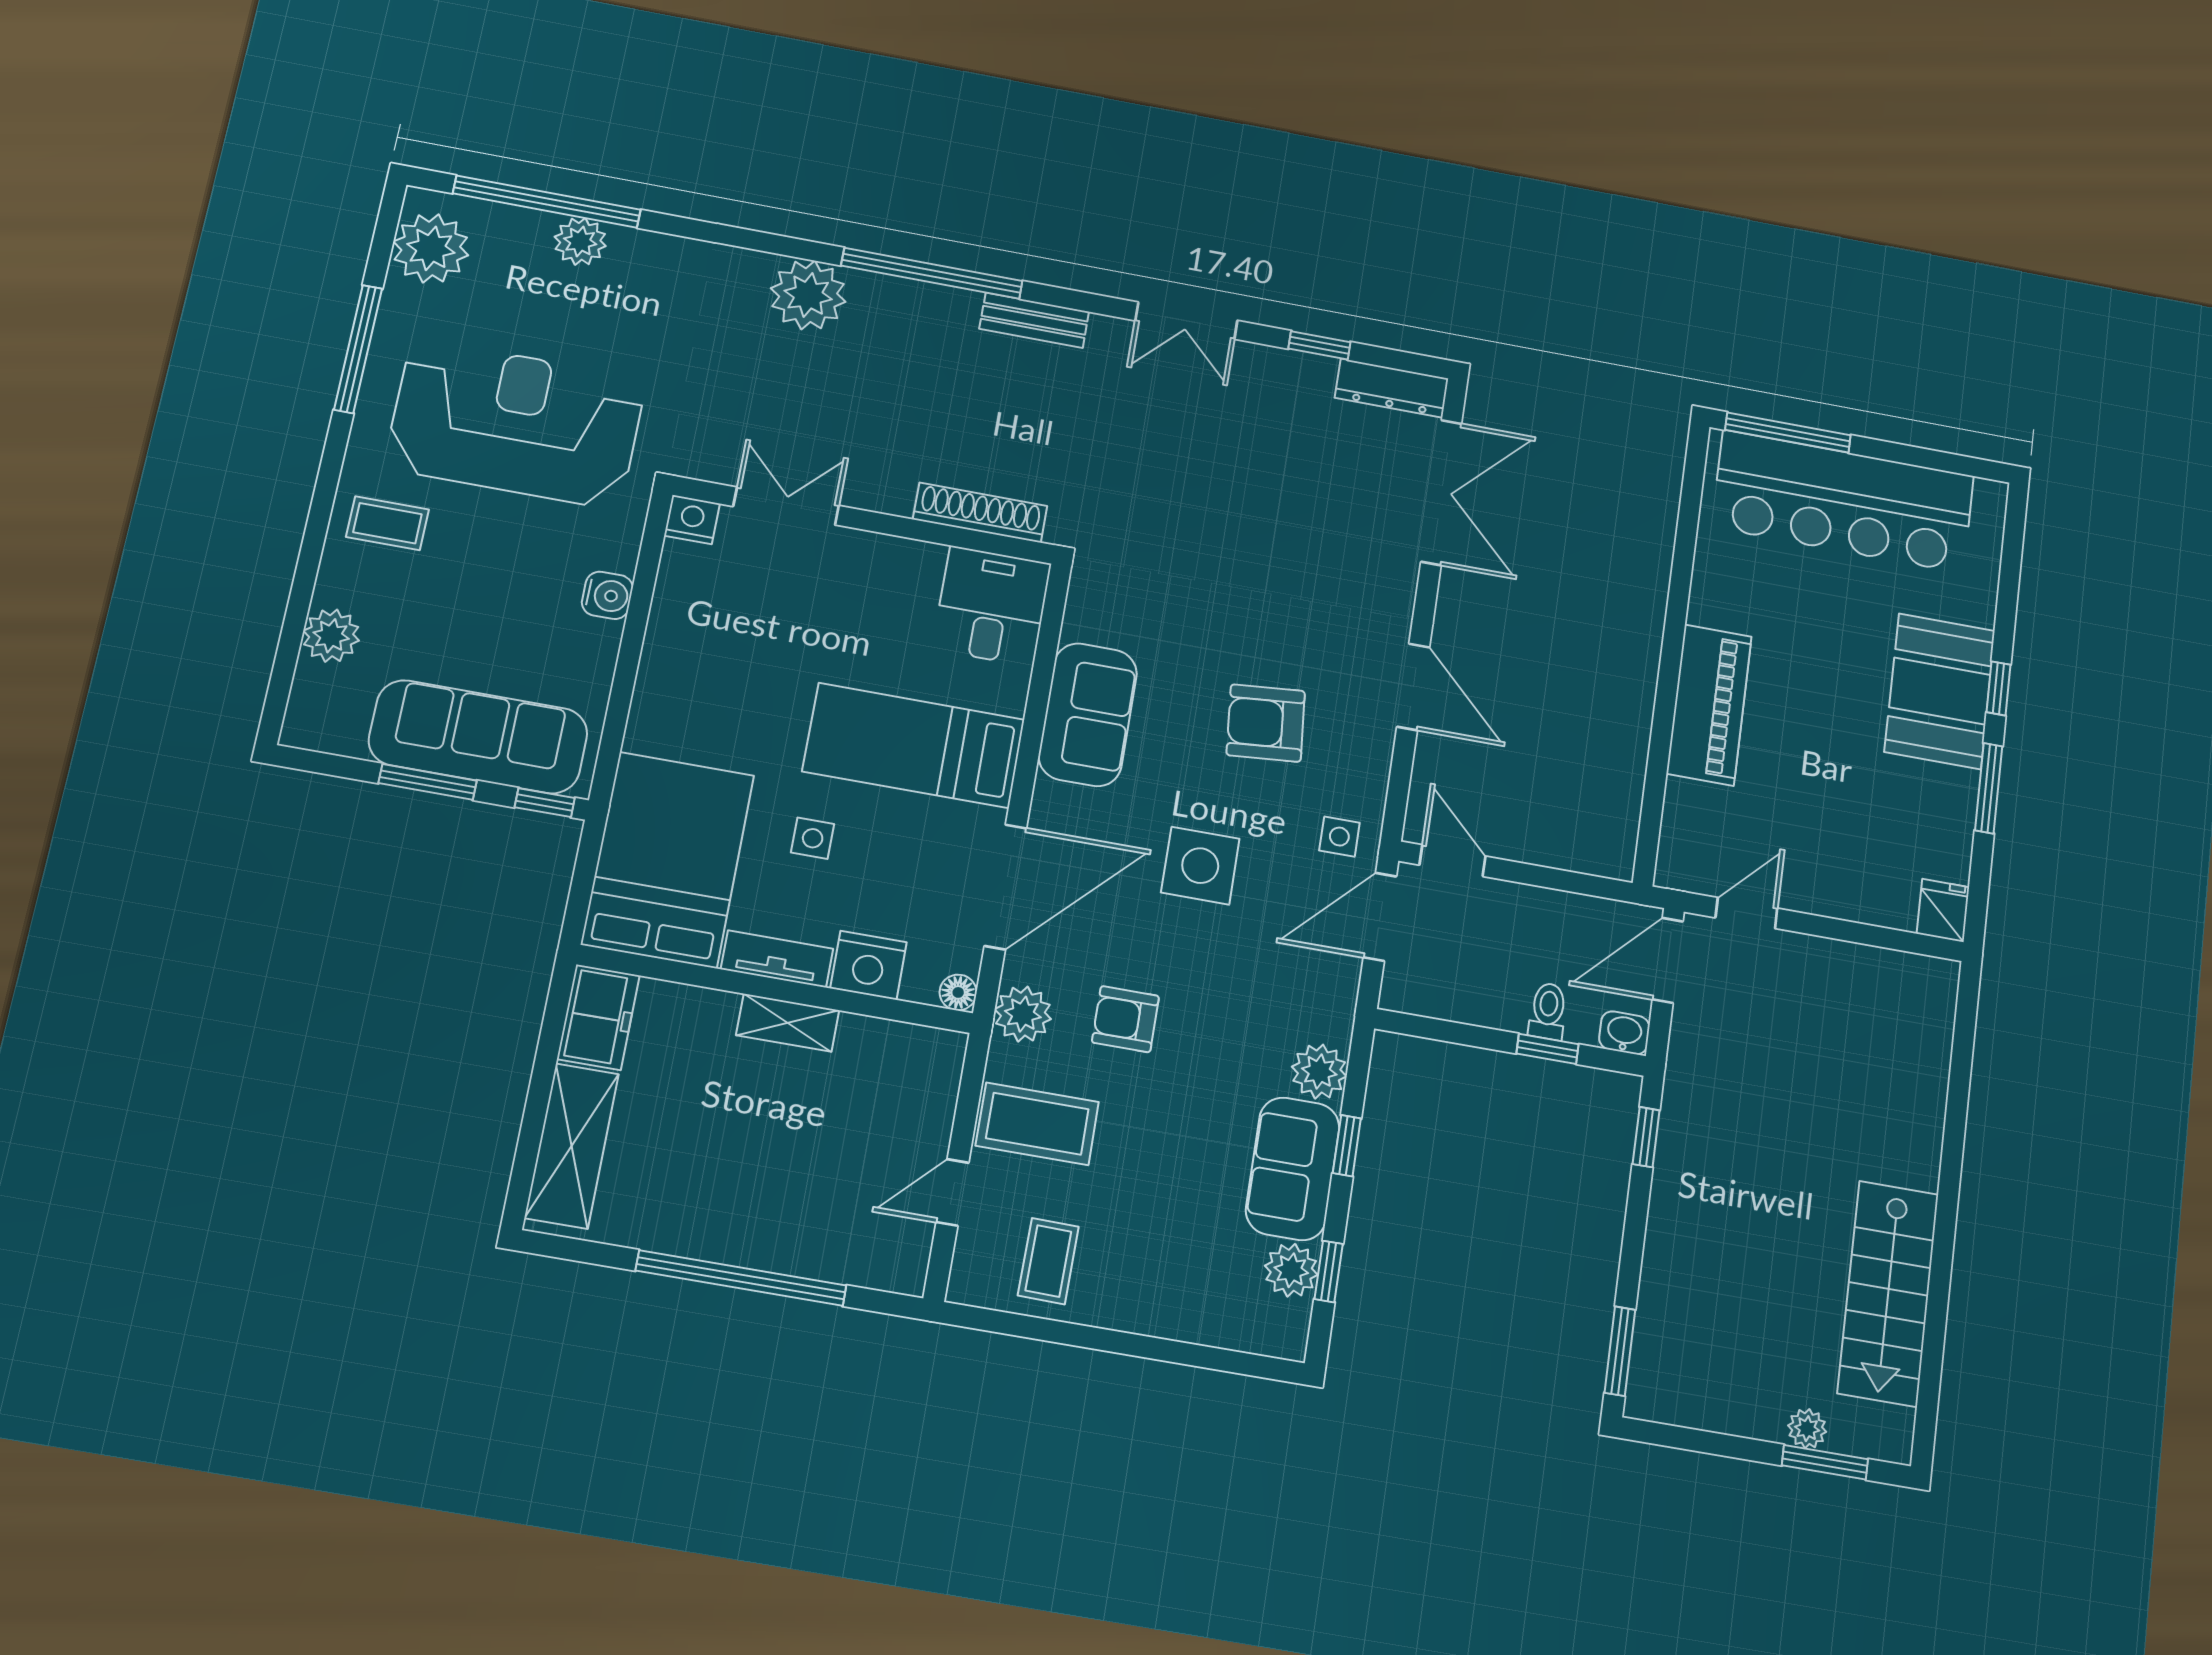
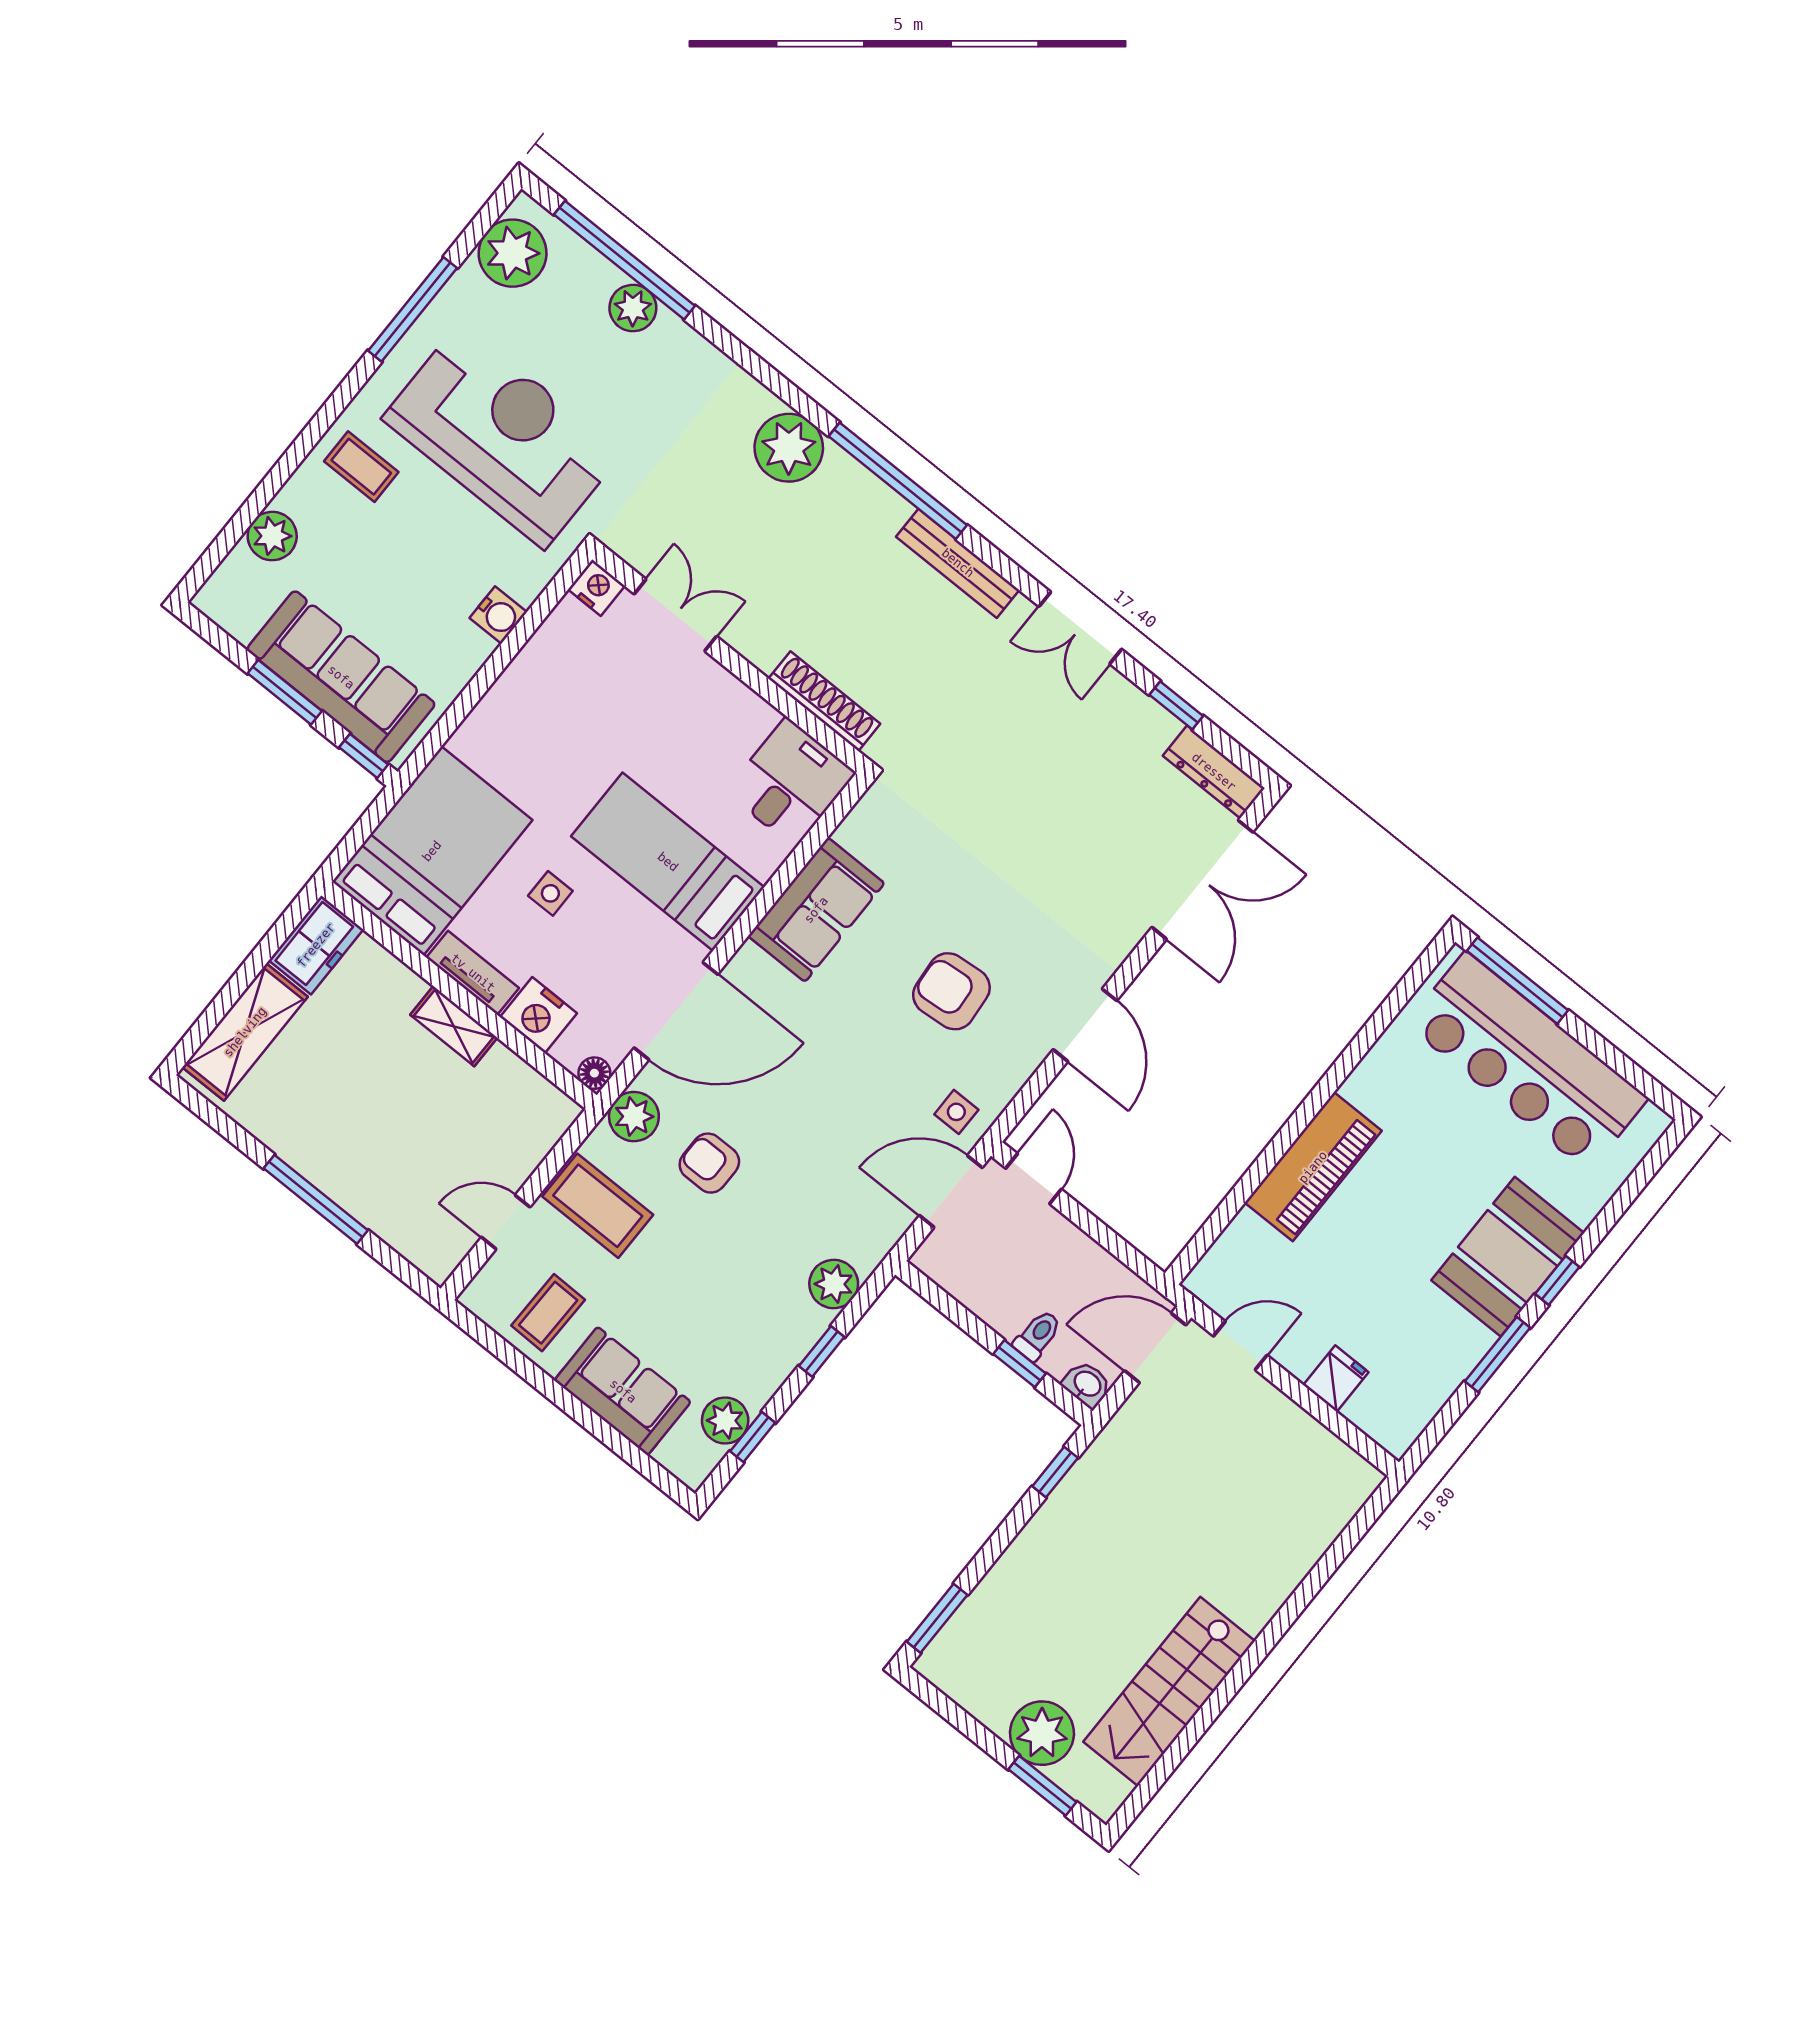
bench: (1034, 320) -> (958, 563), width x1.36
side table: (1200, 866) -> (835, 1076), removed
fridge: (1943, 910) -> (1336, 1379), moved
sofa: (1293, 1169) -> (623, 1391), moved, turned 90
window: (741, 1278) -> (316, 1199), width x0.68
plant: (1807, 1429) -> (1042, 1733), width x1.88, depth x1.88

